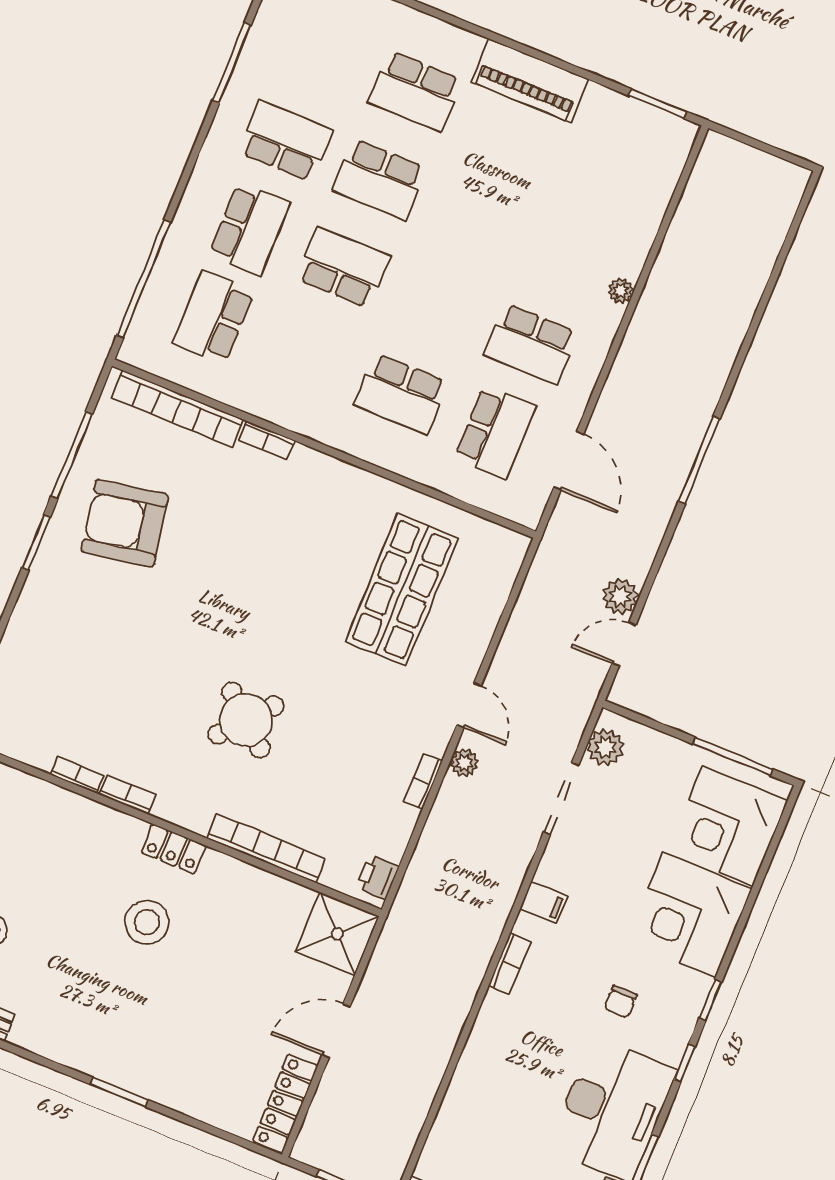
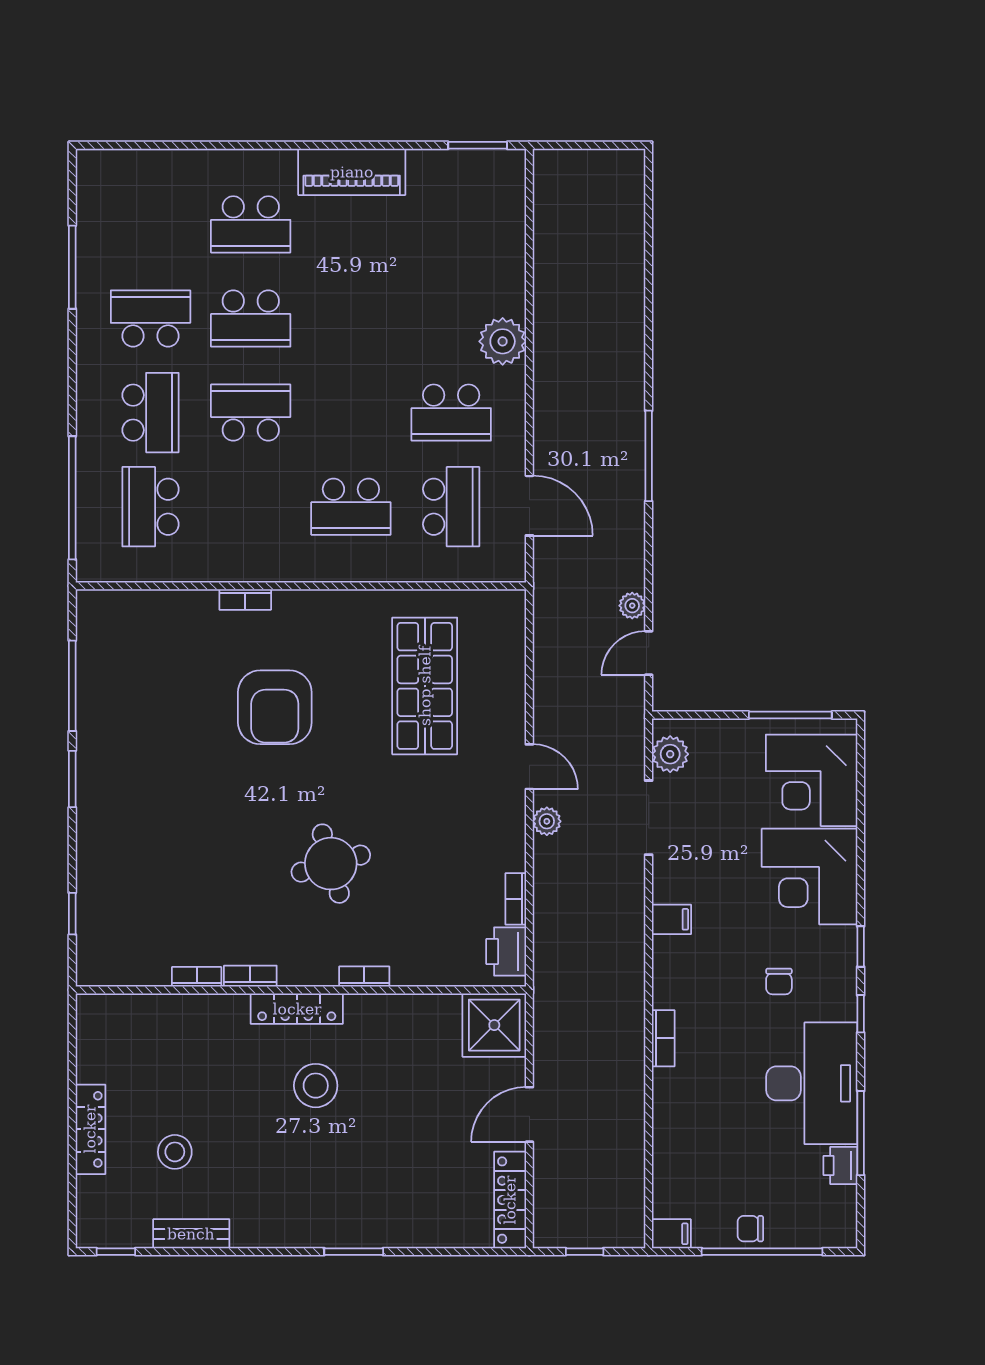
plant: (621, 291) -> (503, 341), width x1.88, depth x1.88
bookcase: (178, 409) -> (152, 604), removed
armchair: (125, 523) -> (275, 707), moved, turned -80
plant: (620, 596) -> (632, 606), width x0.73, depth x0.73
round table: (246, 720) -> (331, 864), turned 33
bookcase: (423, 781) -> (516, 899), moved
bookcase: (266, 848) -> (364, 977), width x0.43, depth x0.76
locker: (174, 849) -> (297, 1009), width x1.53
printer: (378, 877) -> (506, 952), width x1.36, depth x1.24
bookcase: (510, 964) -> (663, 1038), moved

